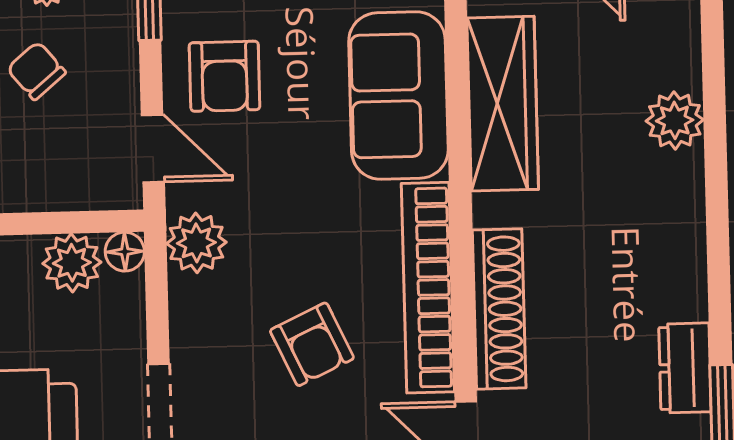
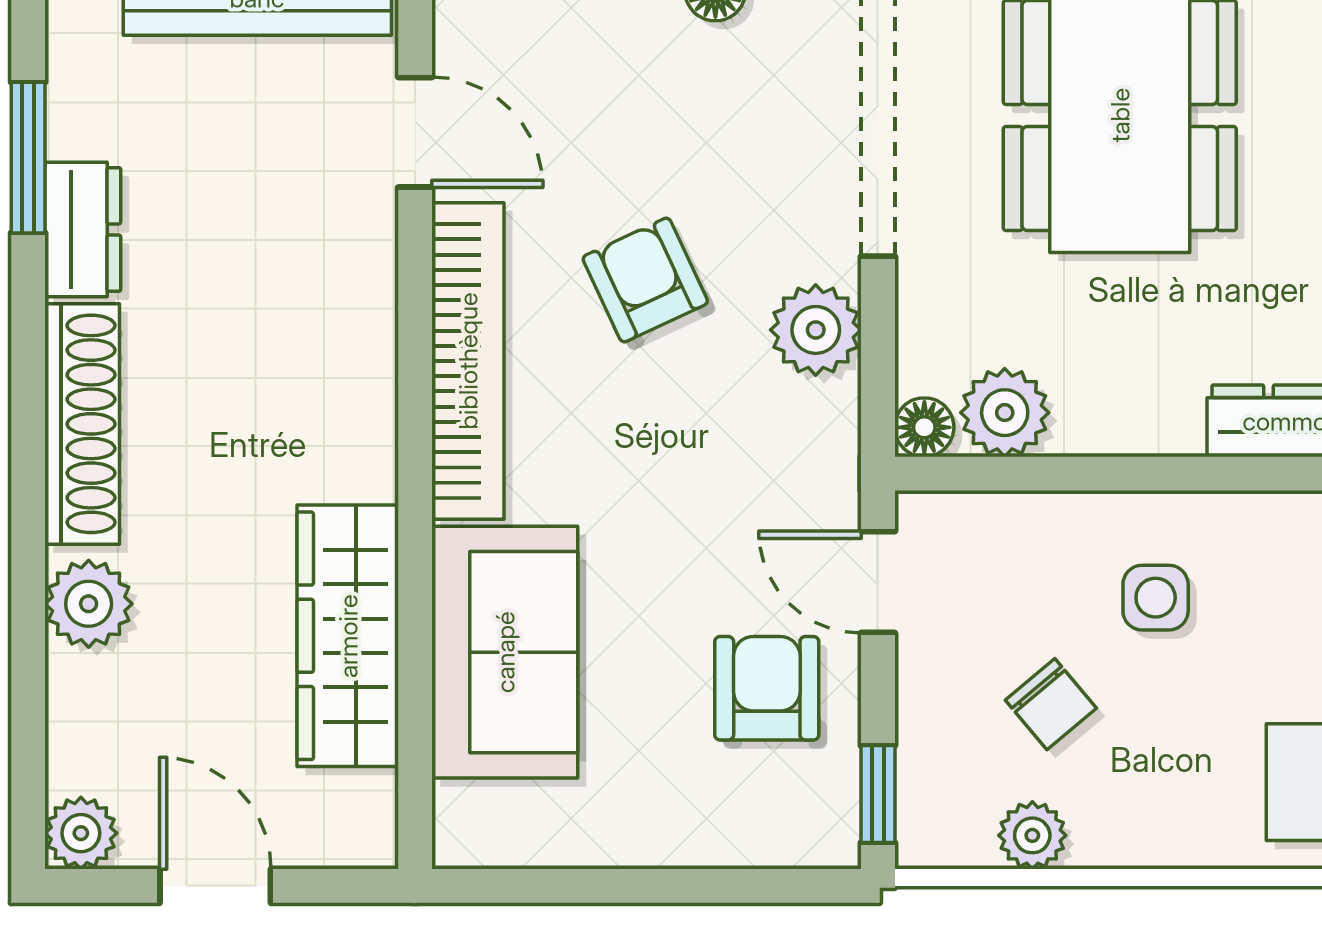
plant: (196, 243) -> (816, 330), moved
shoe rack: (499, 309) -> (82, 424), moved, turned 180

